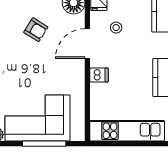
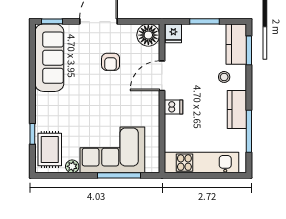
stool: (116, 28) -> (224, 77), moved
armchair: (36, 30) -> (111, 62), turned 58

